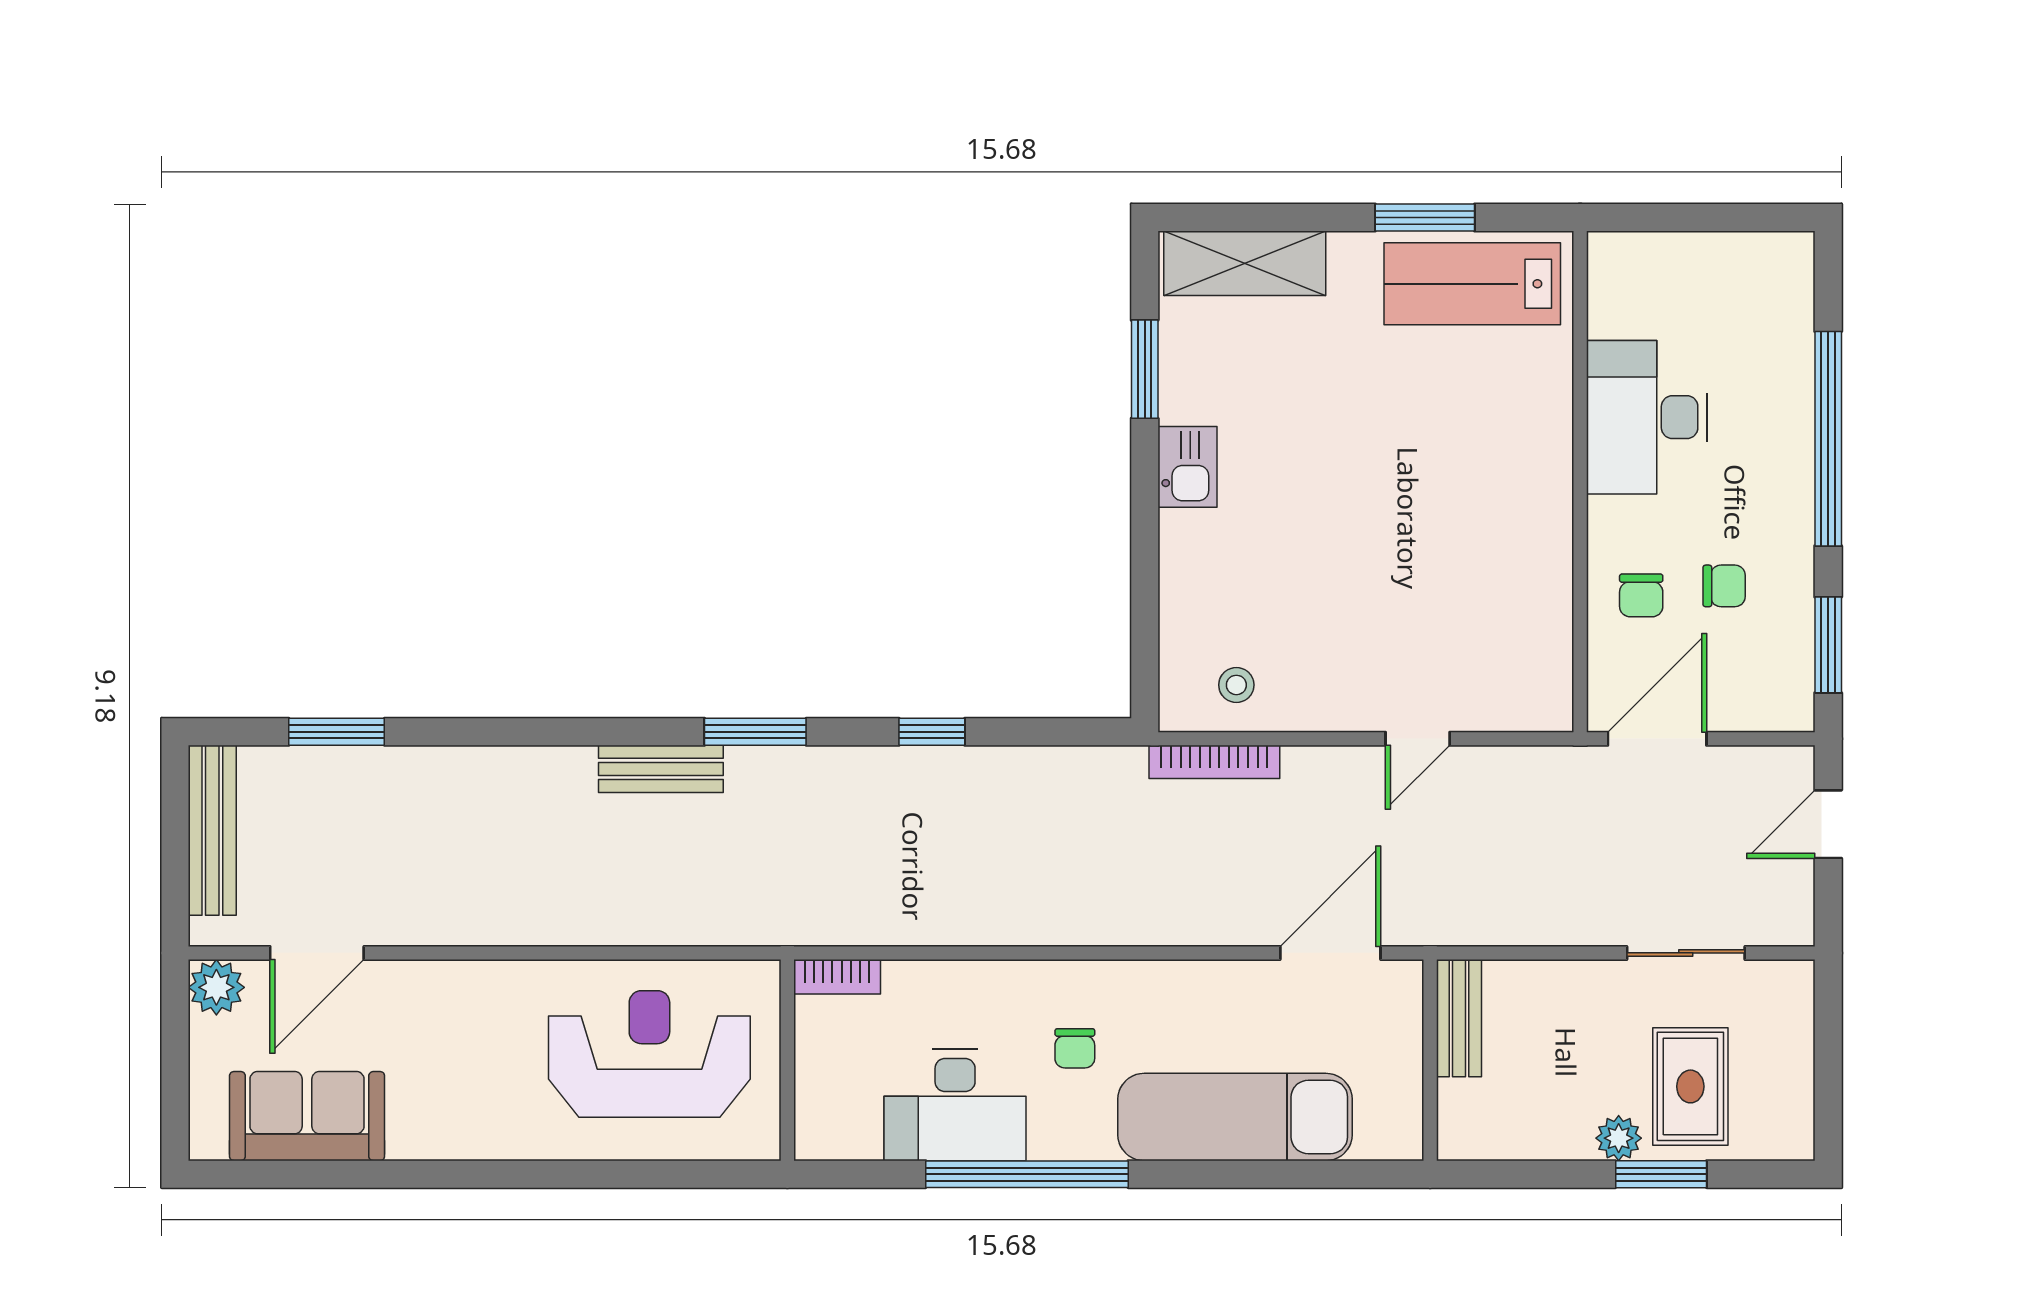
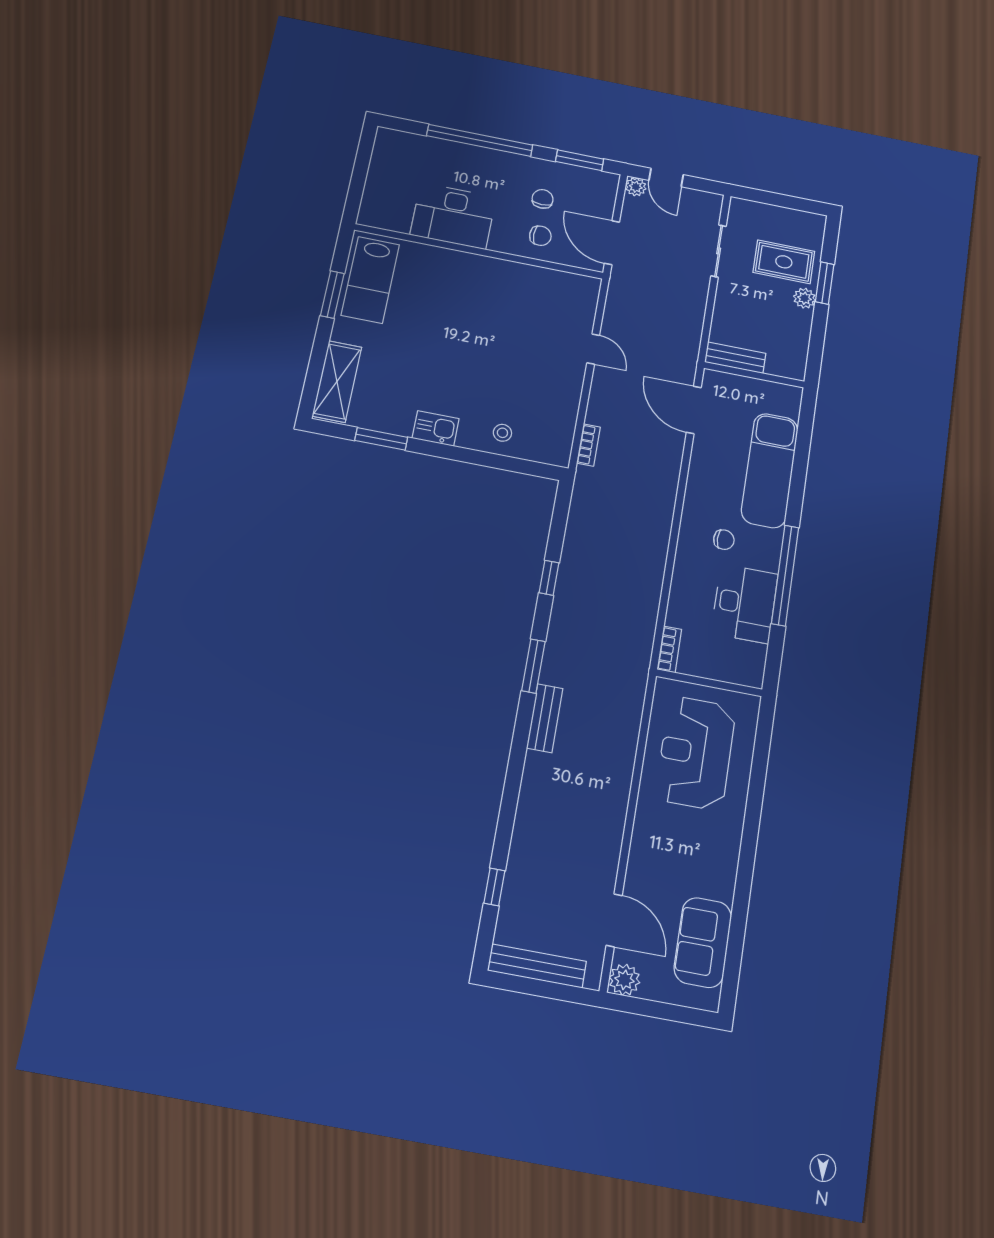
stool: (1236, 685) -> (502, 433), moved
window: (337, 732) -> (494, 887), width x0.67
bookcase: (1214, 762) -> (588, 445), width x0.64
plant: (1793, 767) -> (636, 187), added

